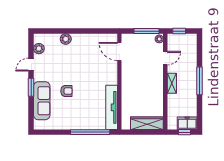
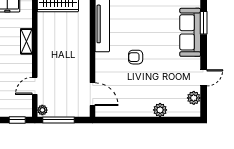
shelving: (172, 83) -> (26, 41), moved
window: (31, 87) -> (204, 23), moved
armchair: (66, 91) -> (136, 57), moved

